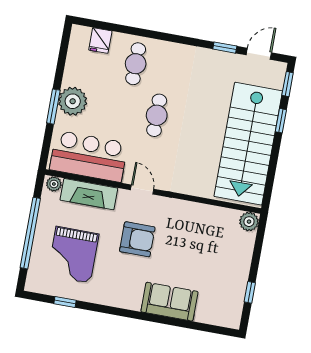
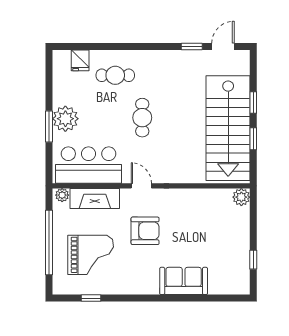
cafe table: (136, 64) -> (115, 75), turned 90
window: (288, 84) -> (253, 139), moved
grand piano: (73, 255) -> (91, 255), turned -90

